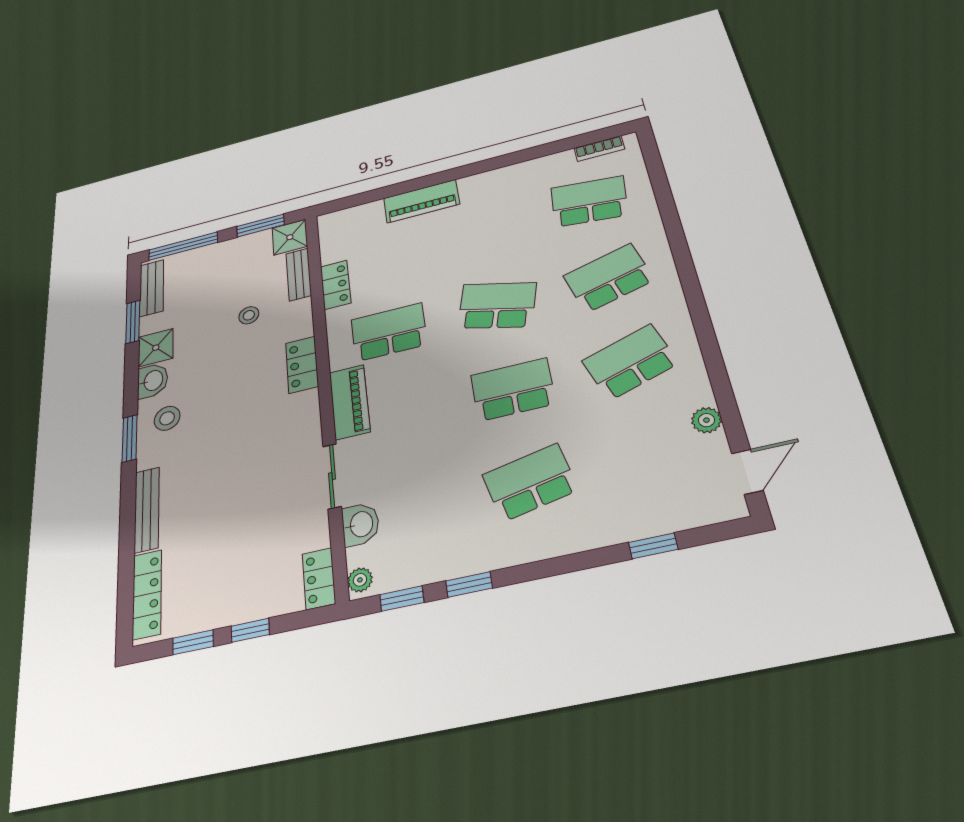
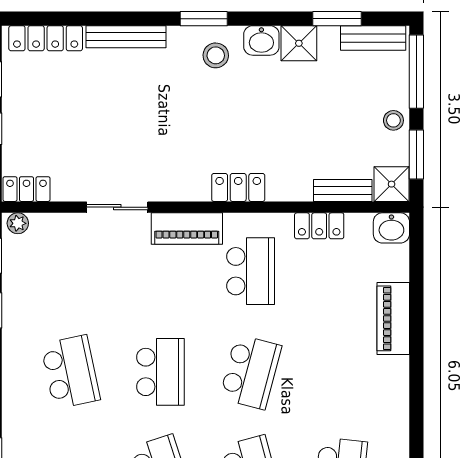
stool: (249, 315) -> (393, 120), moved
washbasin: (360, 524) -> (391, 228), moved

